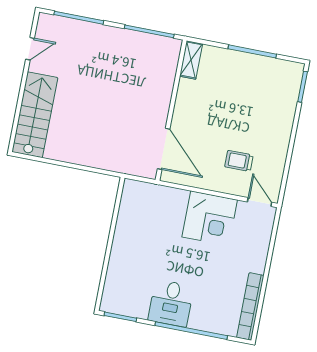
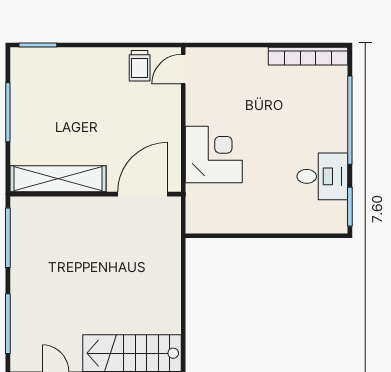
shelving: (191, 60) -> (58, 179), width x2.20, depth x1.33
trolley: (239, 161) -> (140, 66), moved
corner desk: (210, 218) -> (214, 154), moved
desk: (171, 303) -> (322, 176), moved

